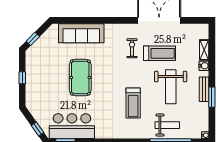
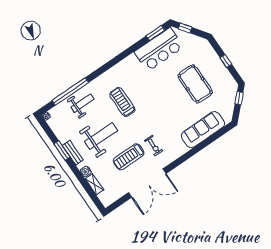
pool table: (80, 78) -> (195, 84), moved
weight bench: (171, 87) -> (101, 136), turned 90
weight bench: (167, 125) -> (82, 103), turned 180

